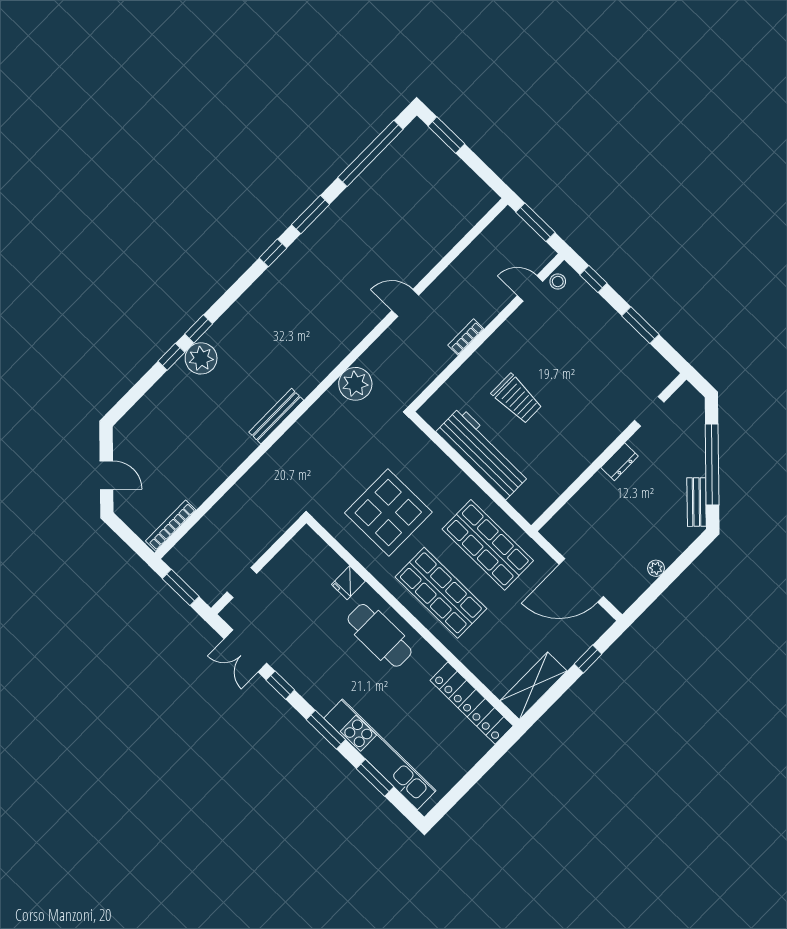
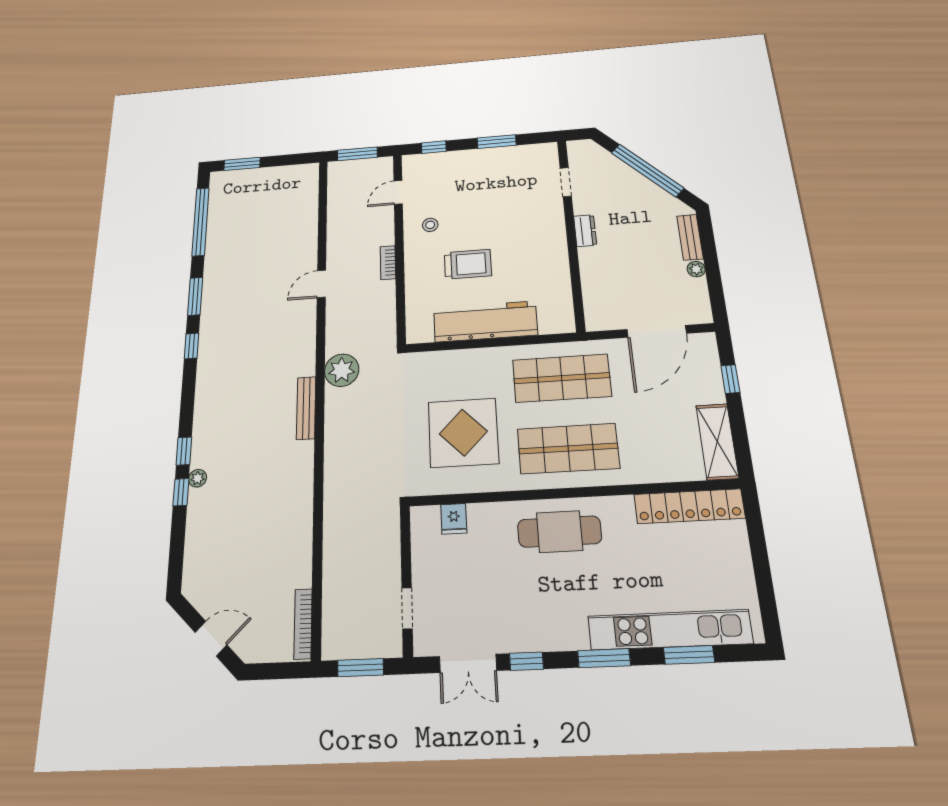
stool: (558, 281) -> (430, 225), moved
plant: (201, 358) -> (198, 478), width x0.53, depth x0.53
bench: (276, 416) -> (306, 408), moved
bench: (697, 502) -> (690, 237), moved, turned 45
fridge: (348, 583) -> (454, 519), moved

